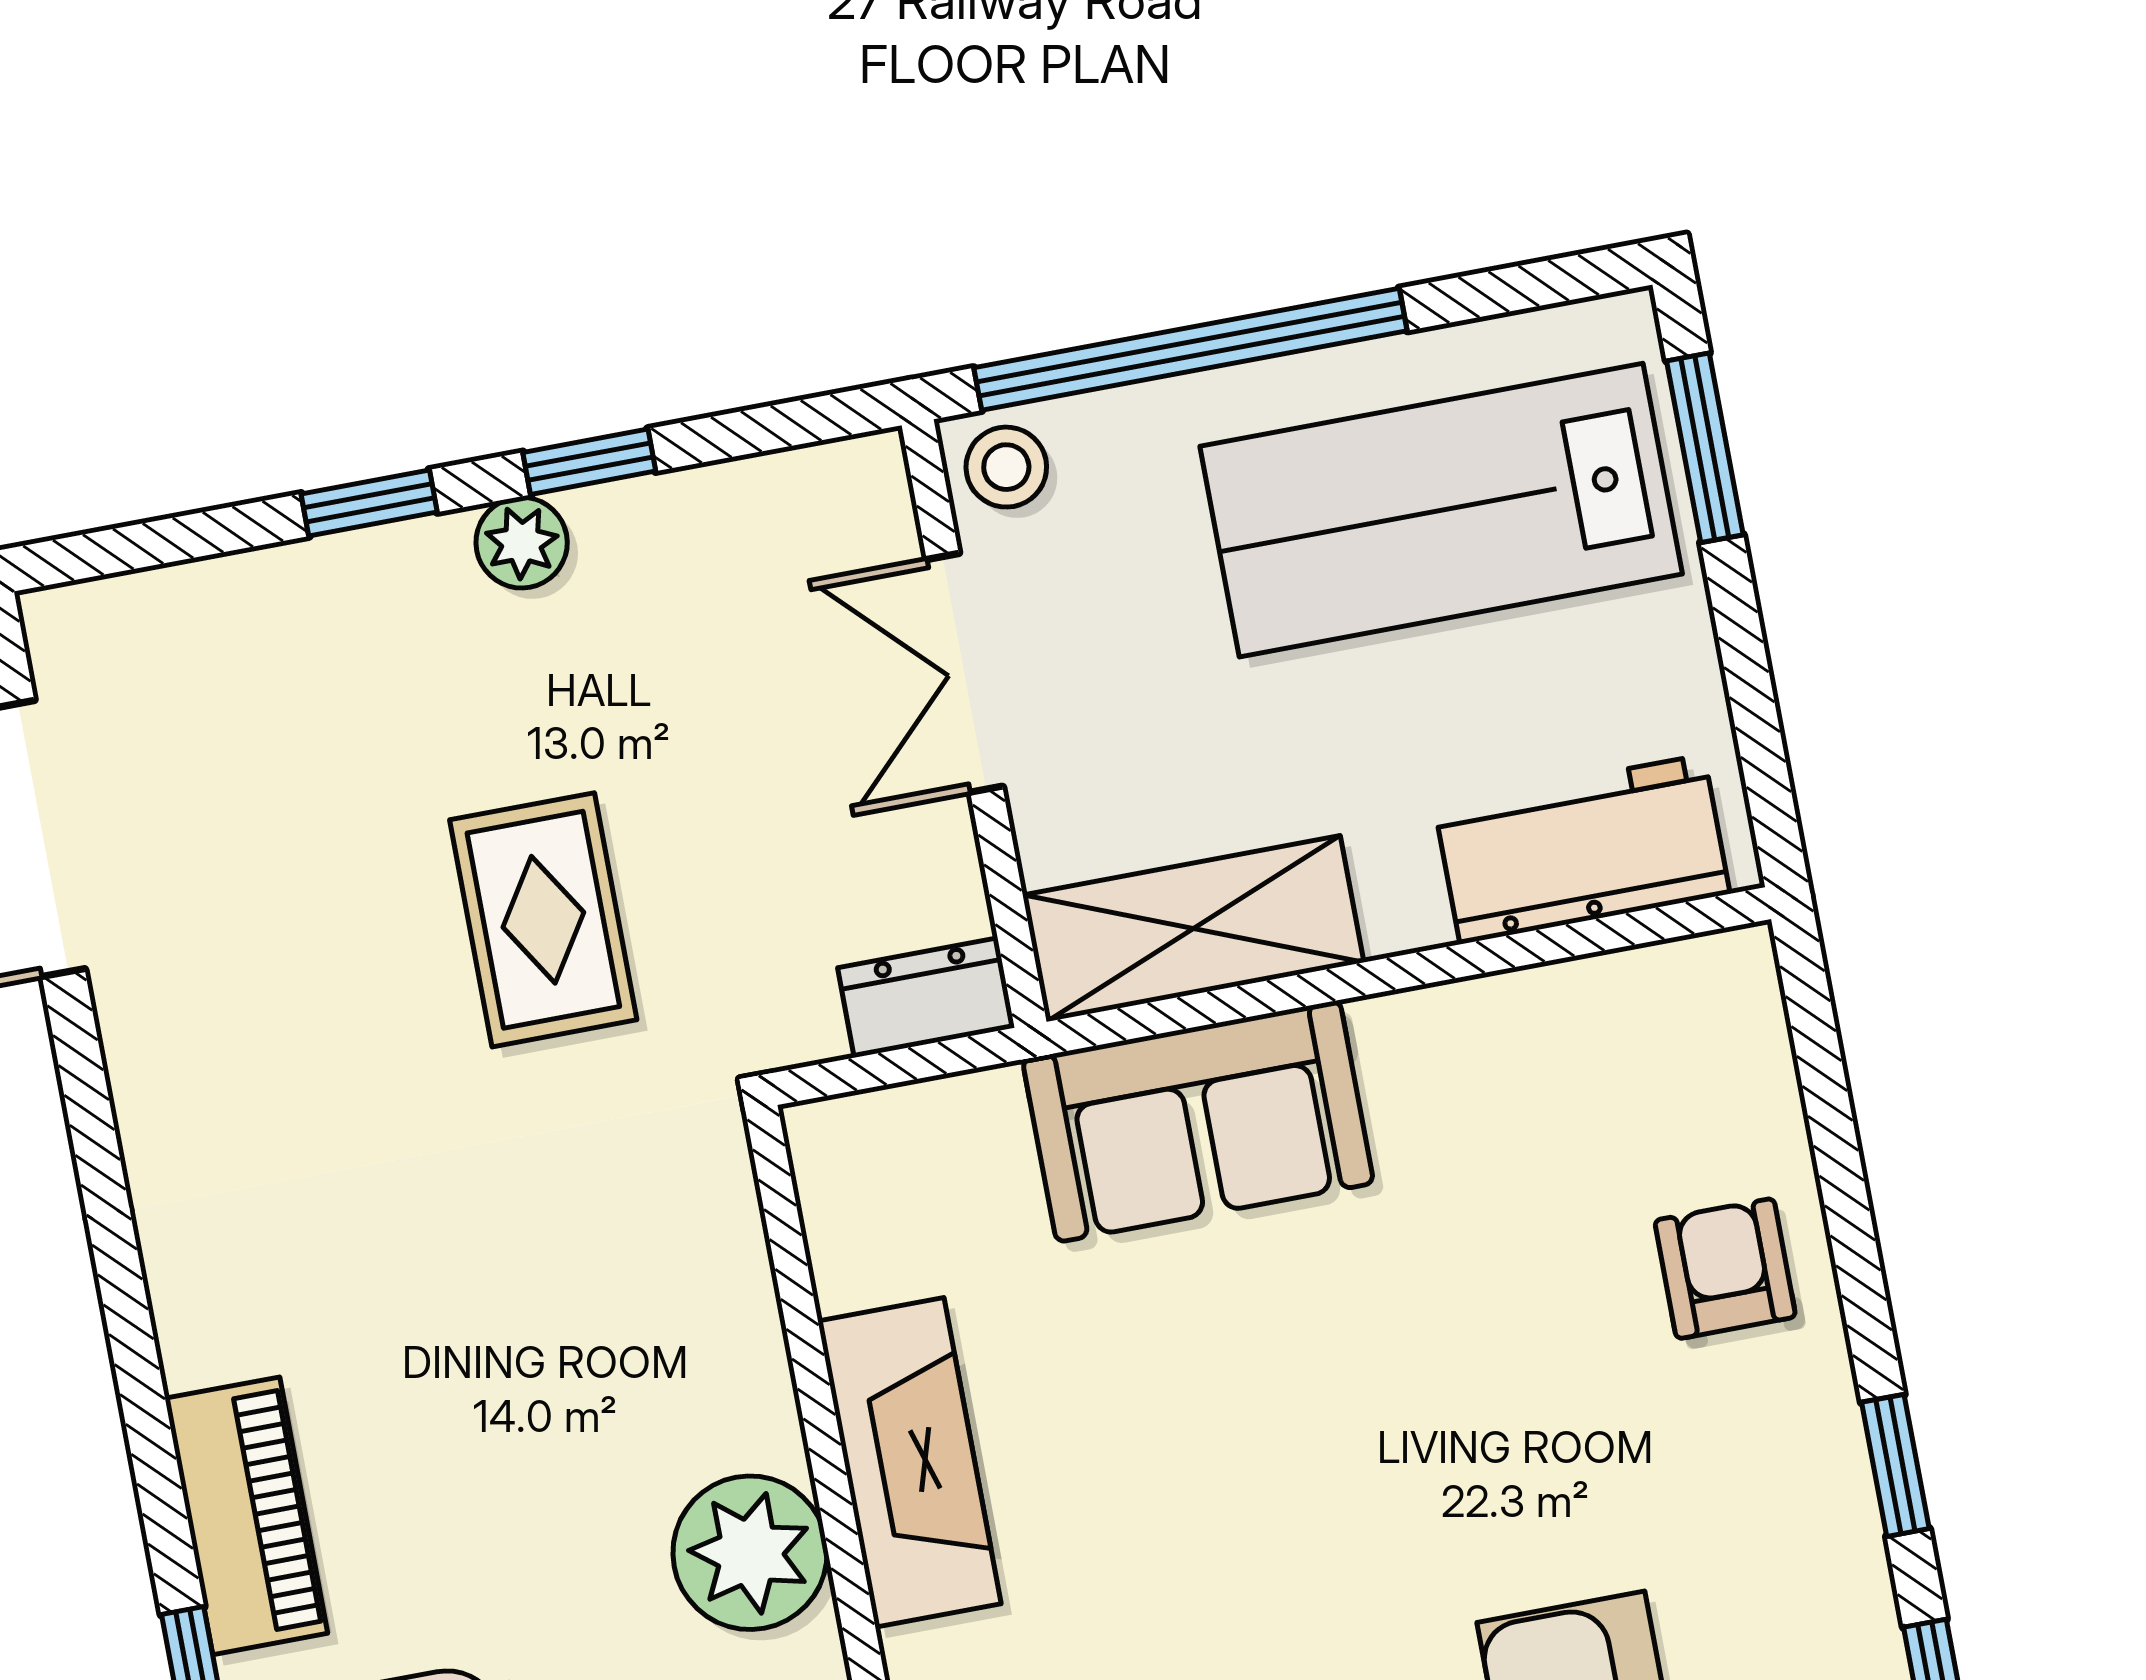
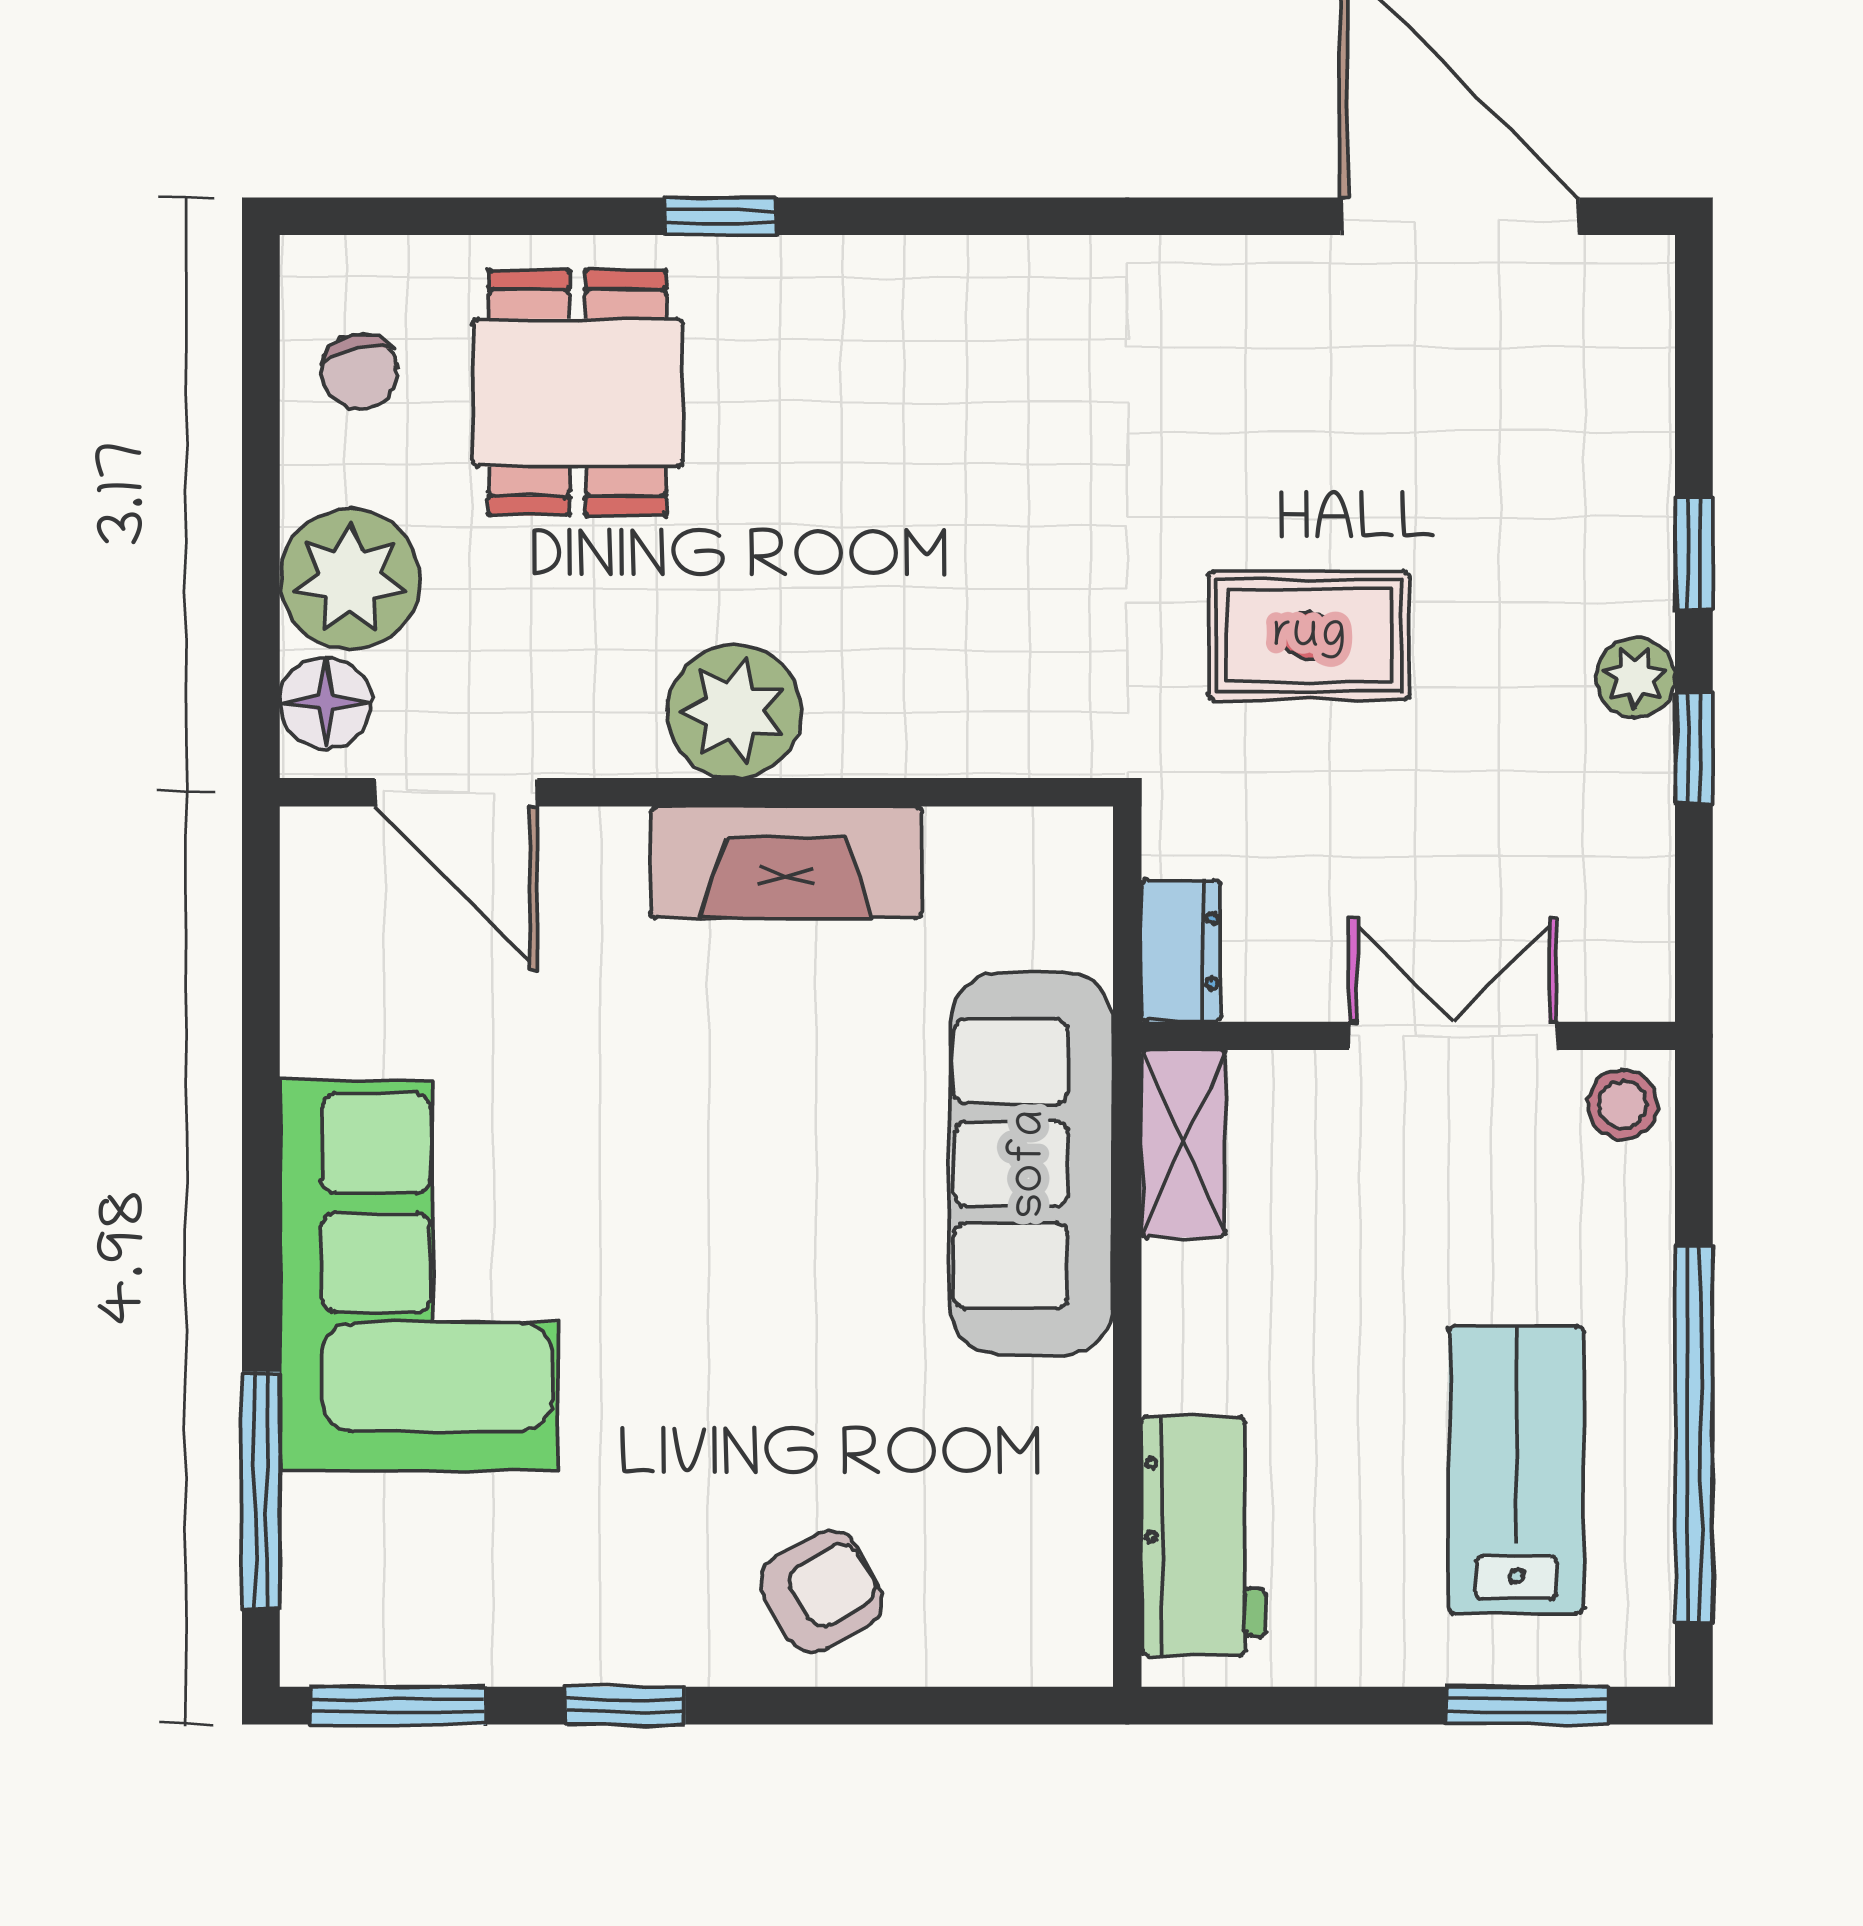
window: (1190, 349) -> (1694, 1435), moved
lab bench: (1441, 510) -> (1516, 1470), width x0.73, depth x0.72
shelving: (1193, 929) -> (1183, 1144), width x0.67, depth x0.75
sofa: (1198, 1121) -> (1032, 1164), width x1.36
armchair: (1725, 1269) -> (821, 1591), turned -30
piano: (246, 1516) -> (847, 286), removed

